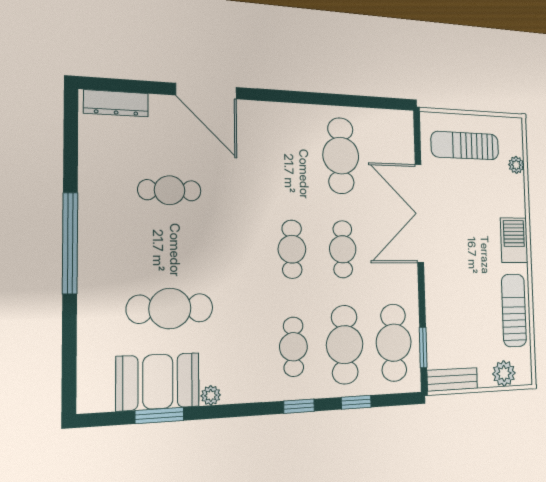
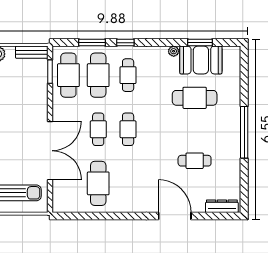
window: (356, 402) -> (92, 43), width x1.50

